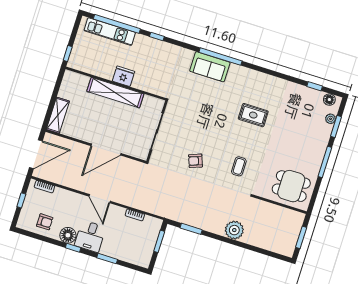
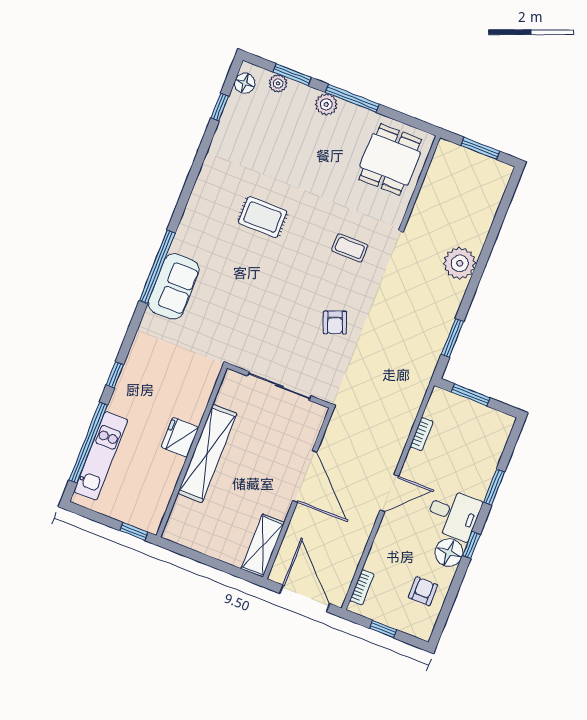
shelving: (58, 115) -> (263, 546), moved, turned 90
rug: (253, 115) -> (263, 217), turned 90
plant: (320, 147) -> (326, 104), added

